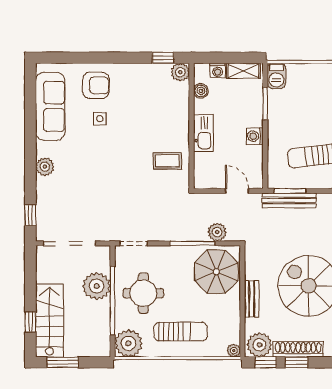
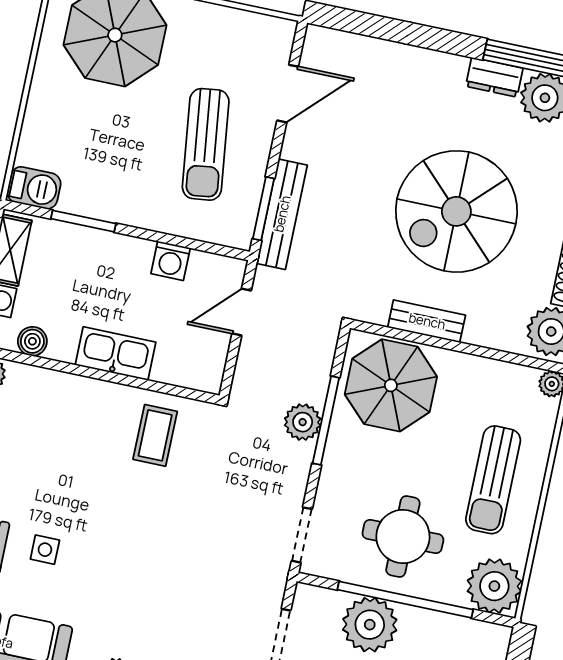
washing machine: (255, 136) -> (171, 261), moved
plant: (217, 232) -> (303, 422), moved
bench: (252, 299) -> (427, 321), moved
sun lounger: (181, 332) -> (493, 480), turned 180

